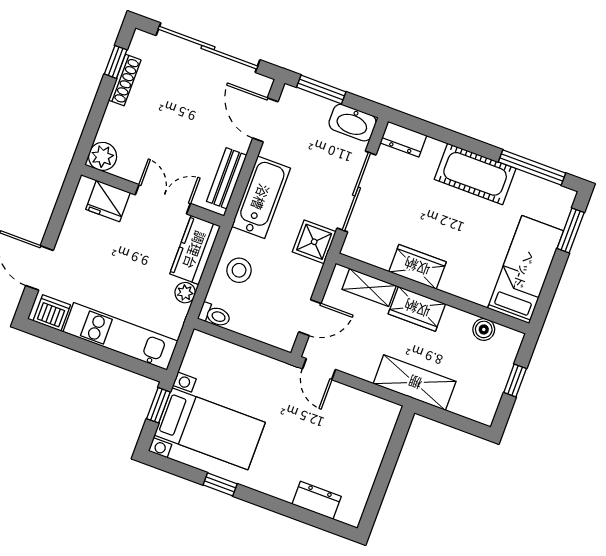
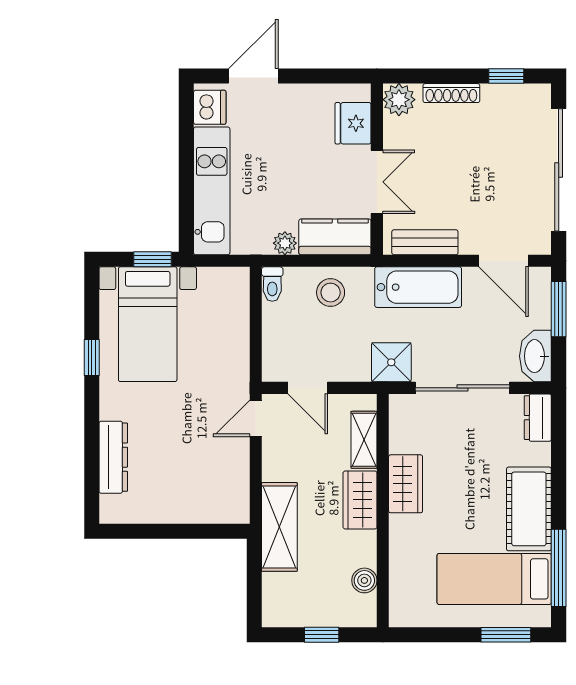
shoe rack: (125, 80) -> (451, 93), moved
door: (265, 120) -> (503, 261), swing flipped
bed: (525, 270) -> (494, 579), moved, turned 180
dresser: (317, 500) -> (113, 457), width x1.44

